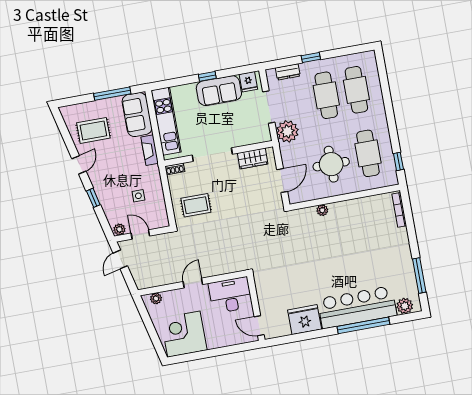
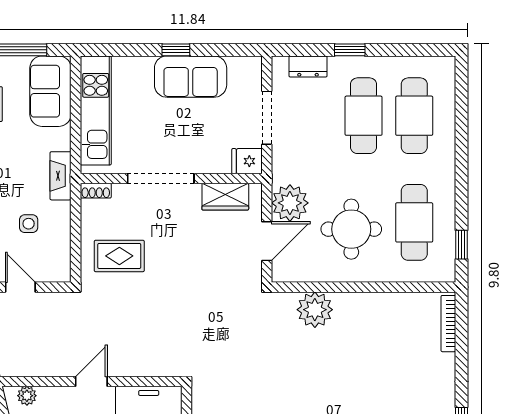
fridge: (248, 82) -> (247, 161), moved, turned 90
plant: (287, 131) -> (290, 203), moved
fireplace: (150, 150) -> (61, 176), moved
plant: (322, 210) -> (315, 310), width x1.88, depth x1.88

